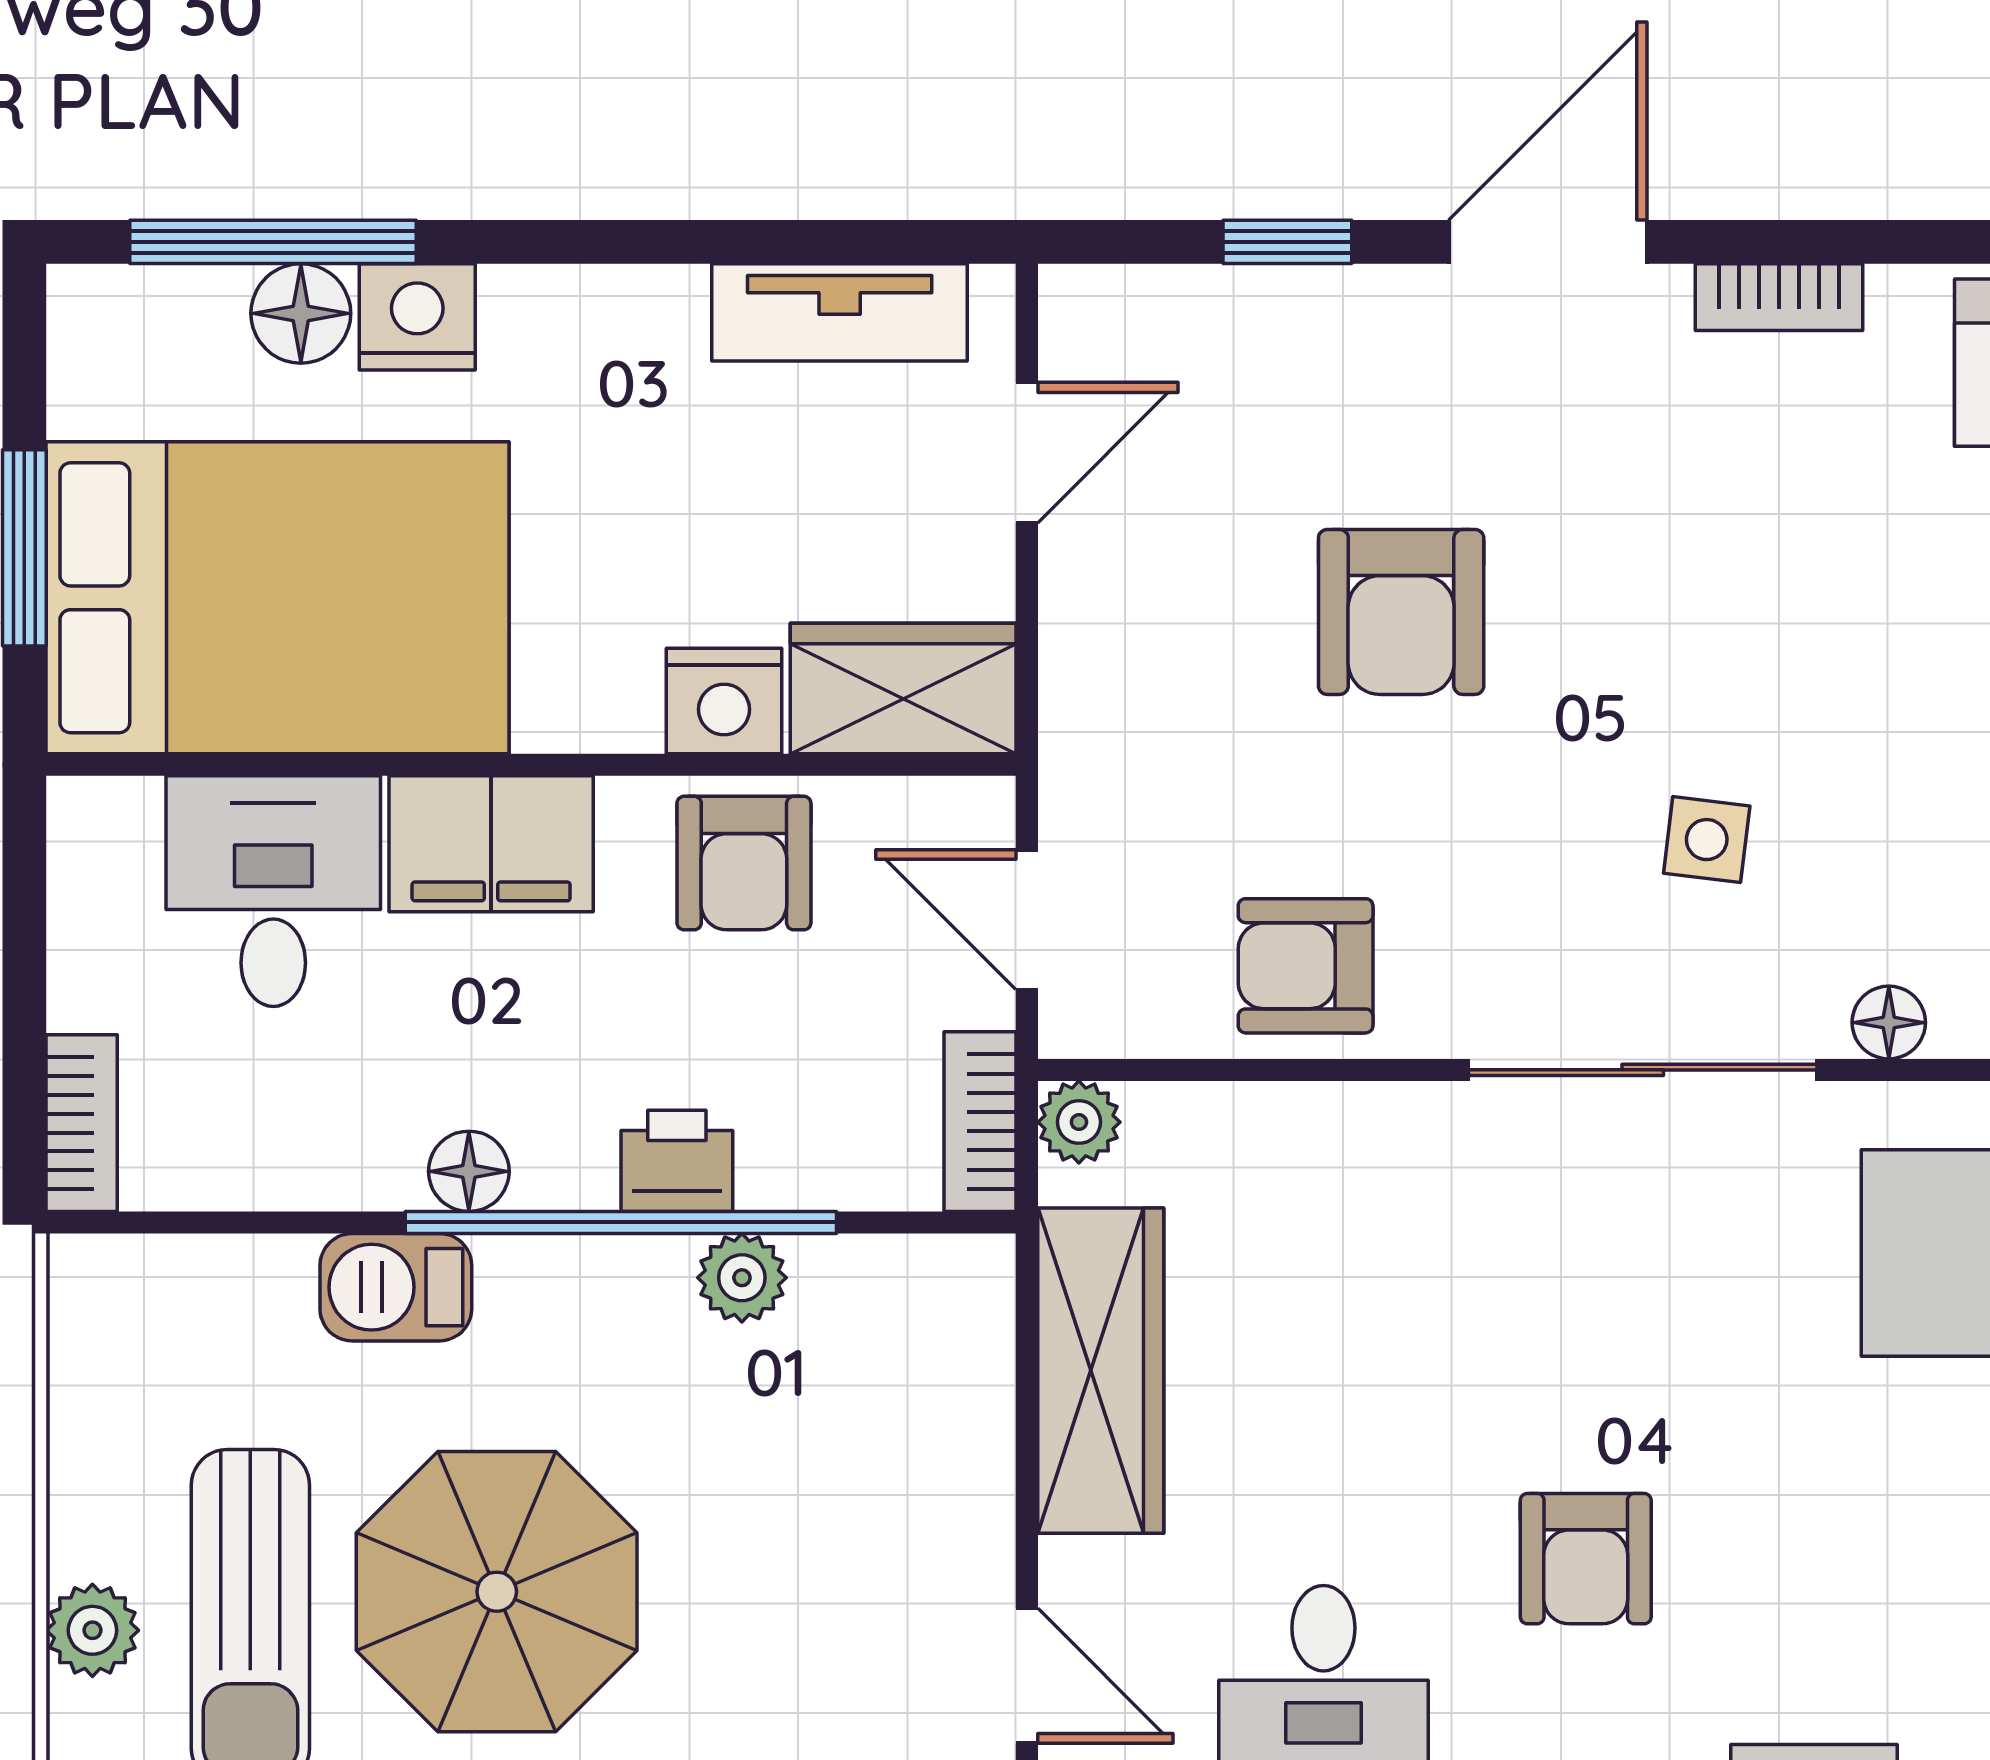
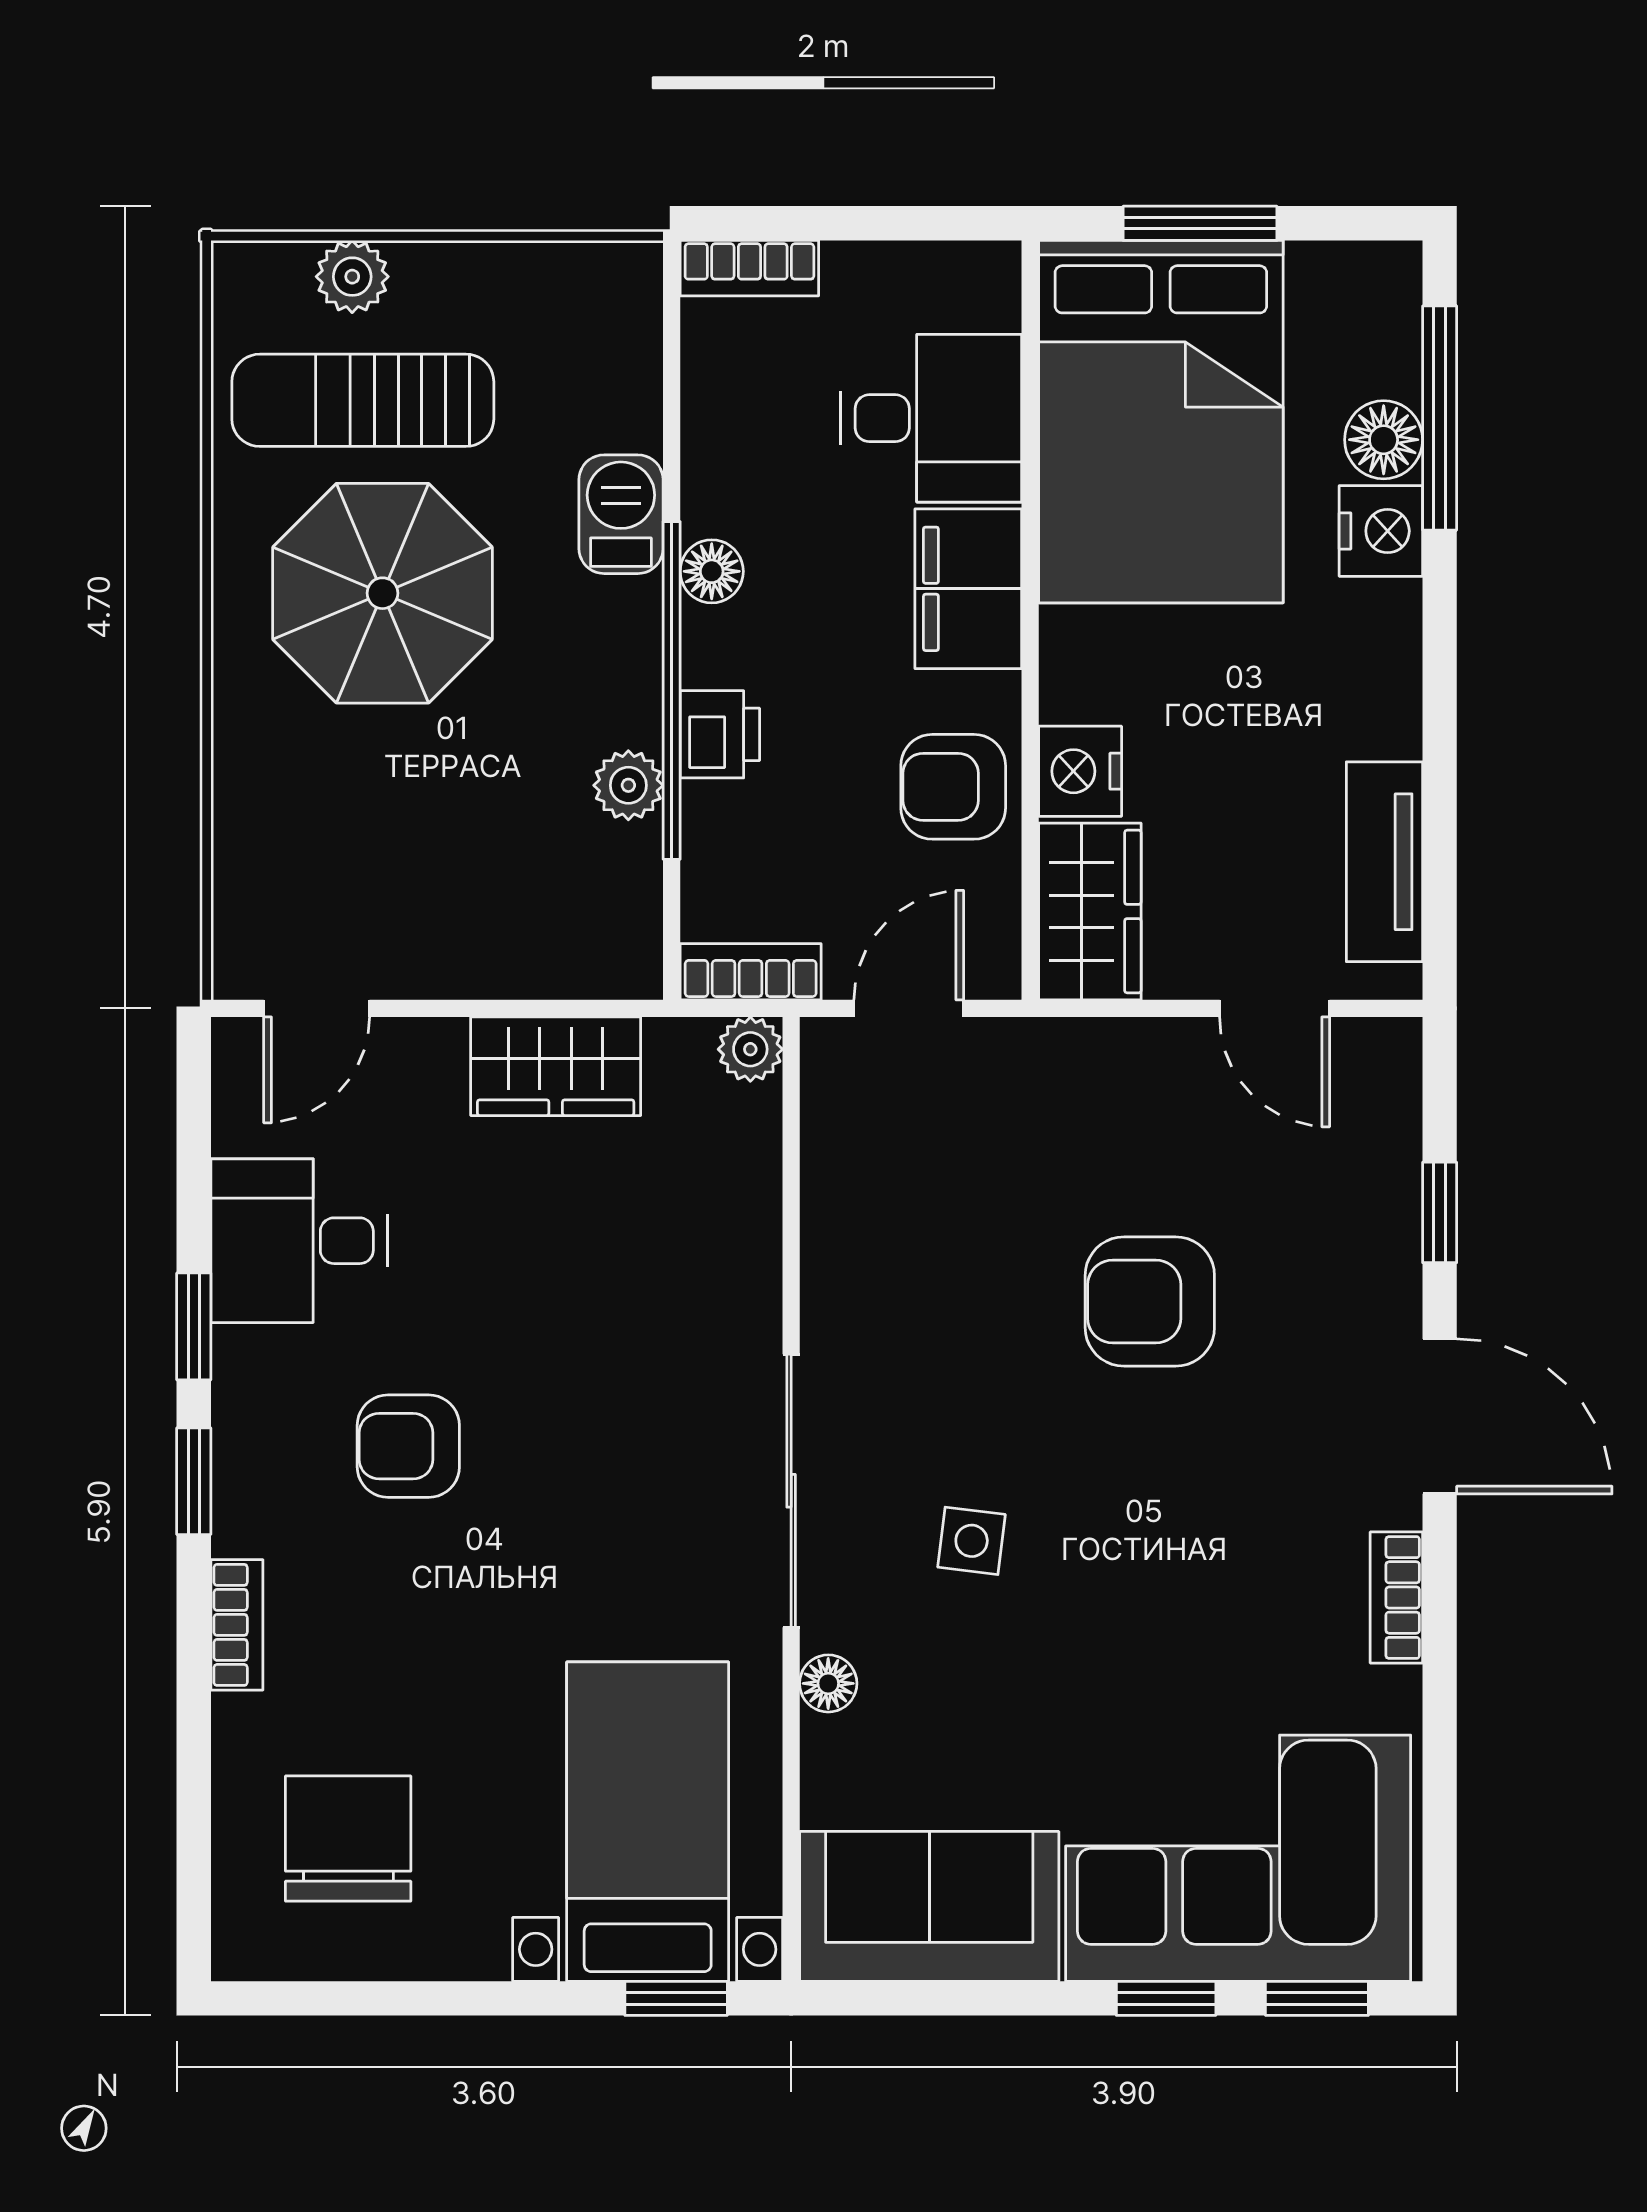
armchair: (1306, 966) -> (873, 1227), removed
wardrobe: (1101, 1371) -> (556, 1066), width x0.67

